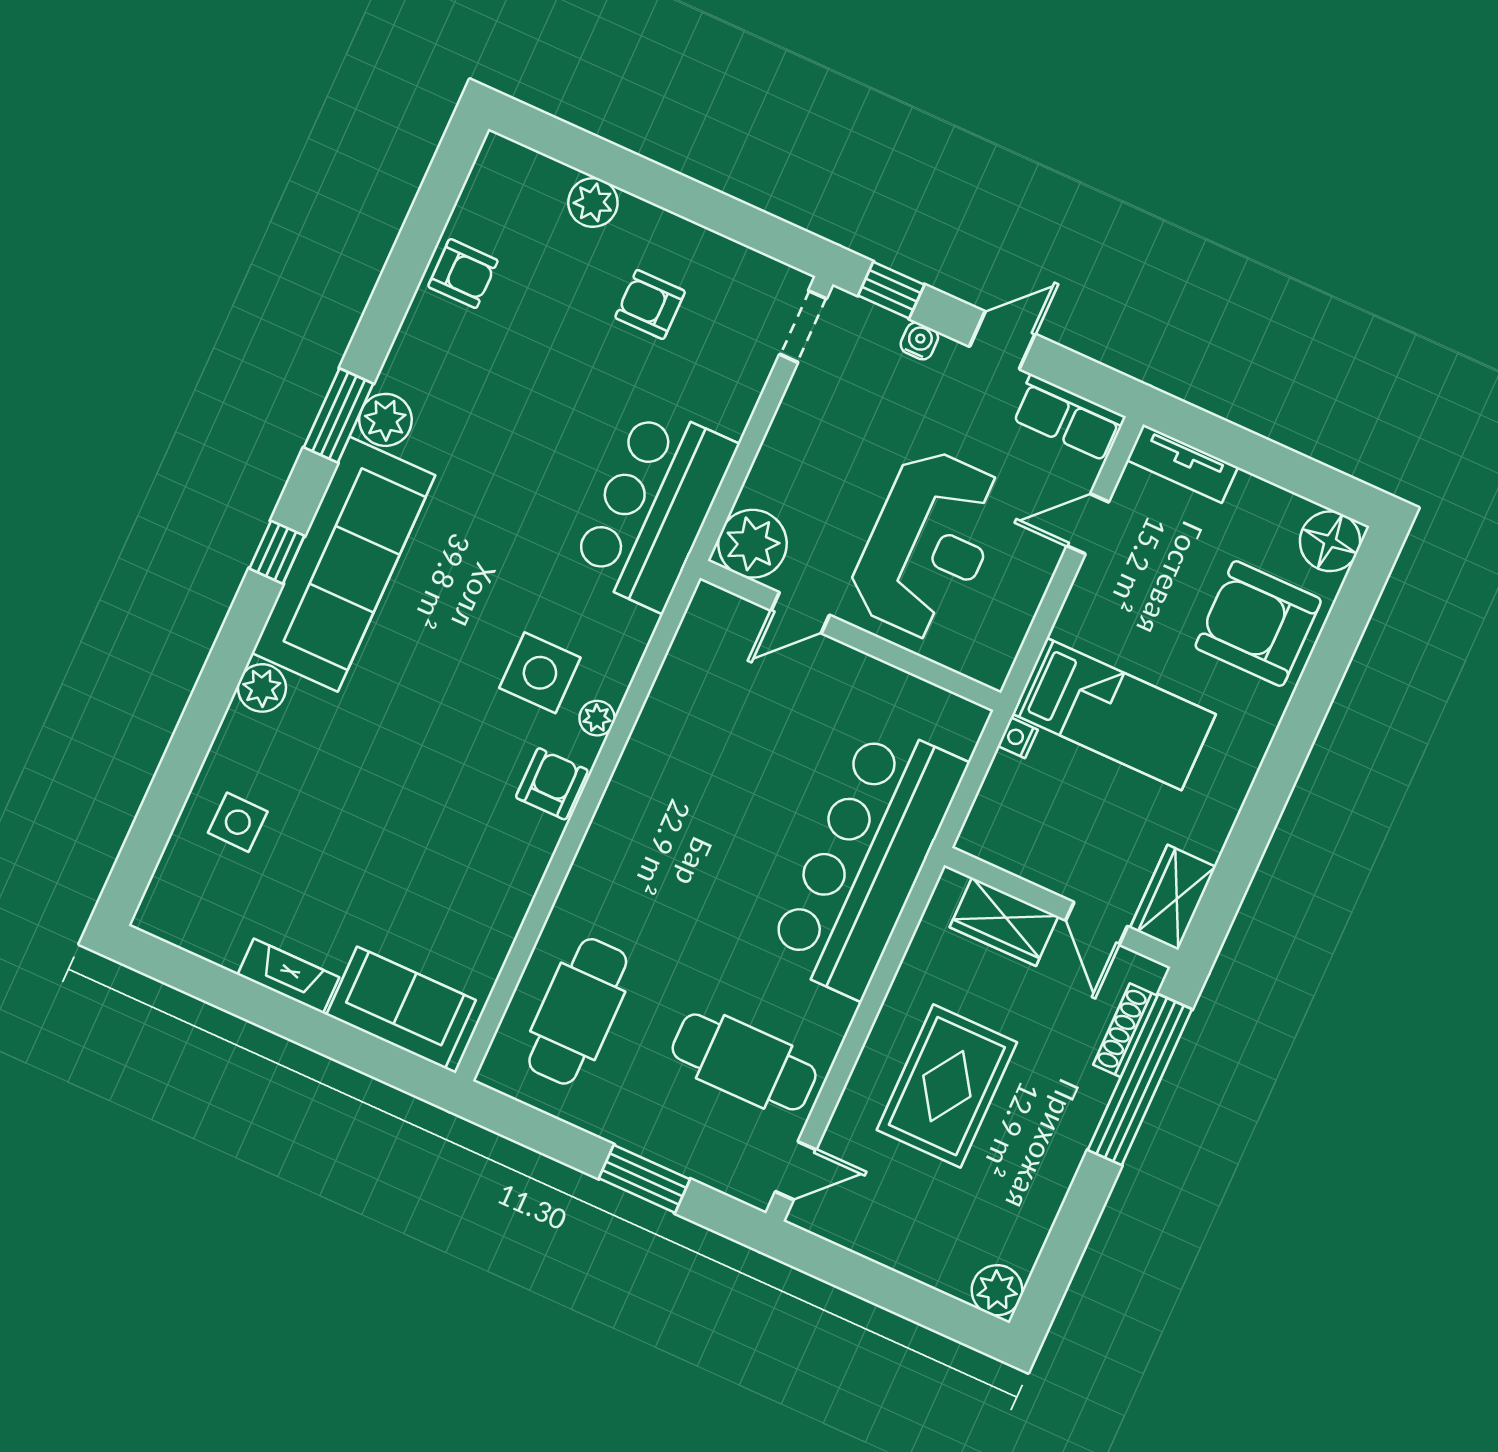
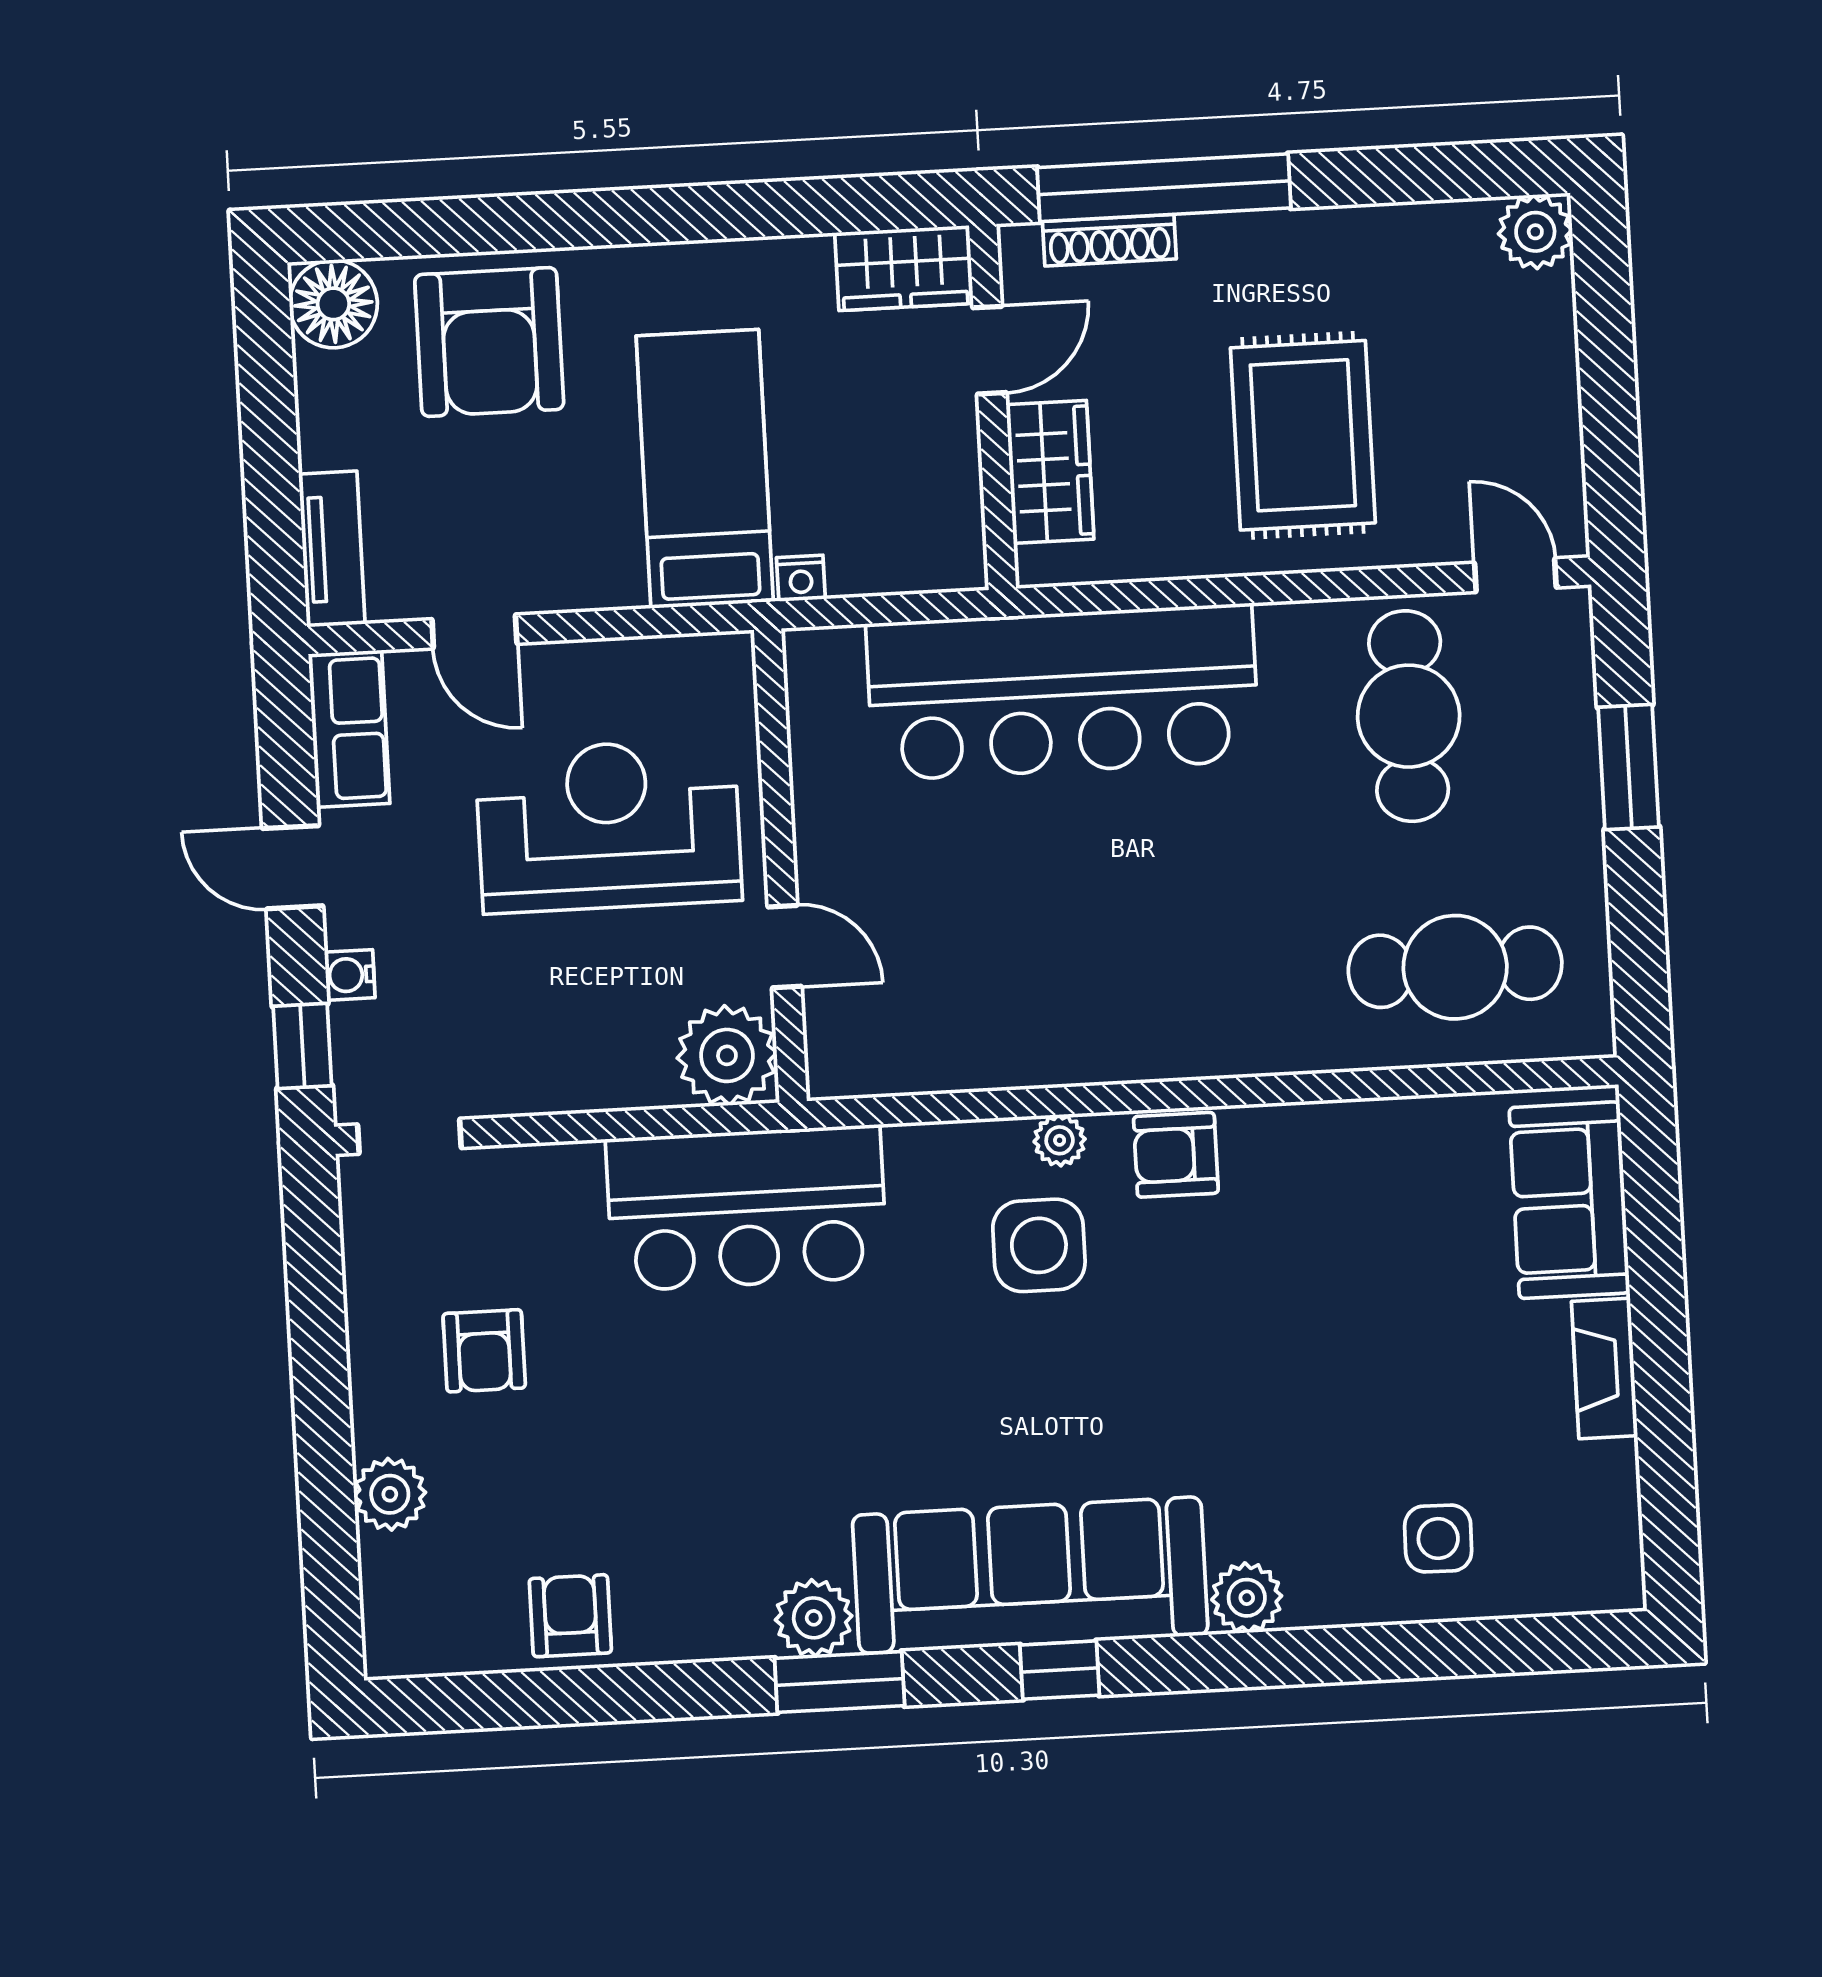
rug: (947, 1086) -> (1303, 435), turned 90

